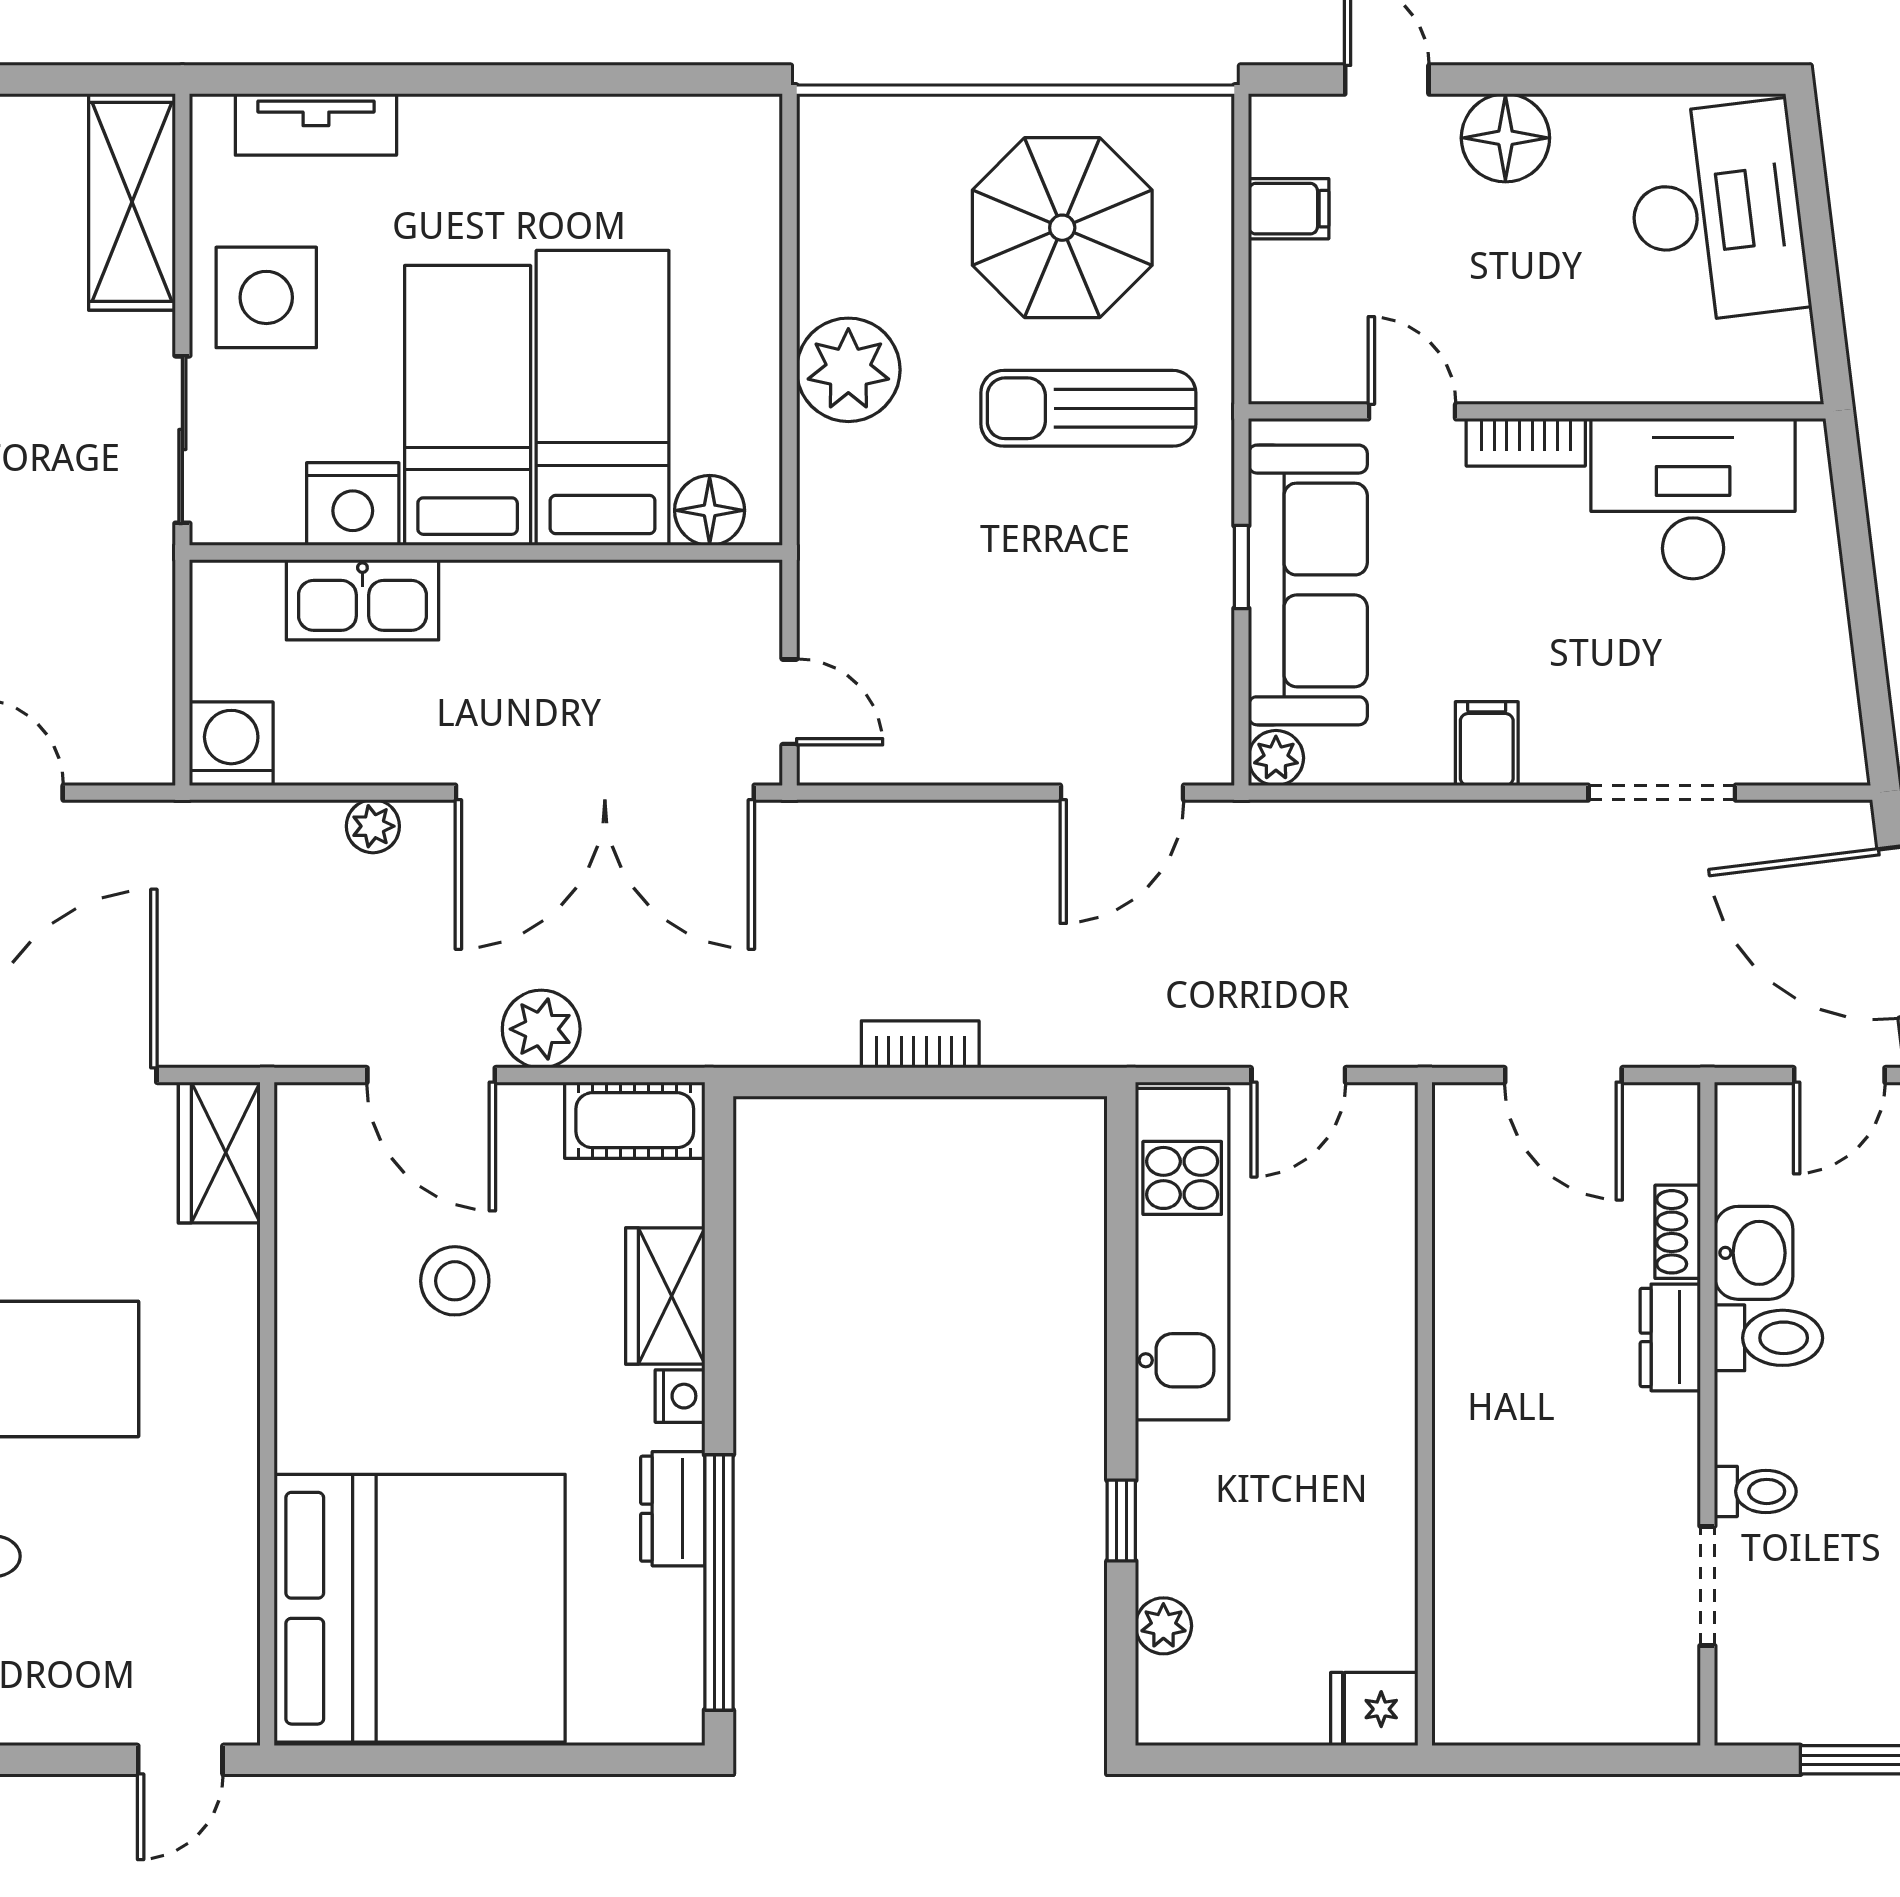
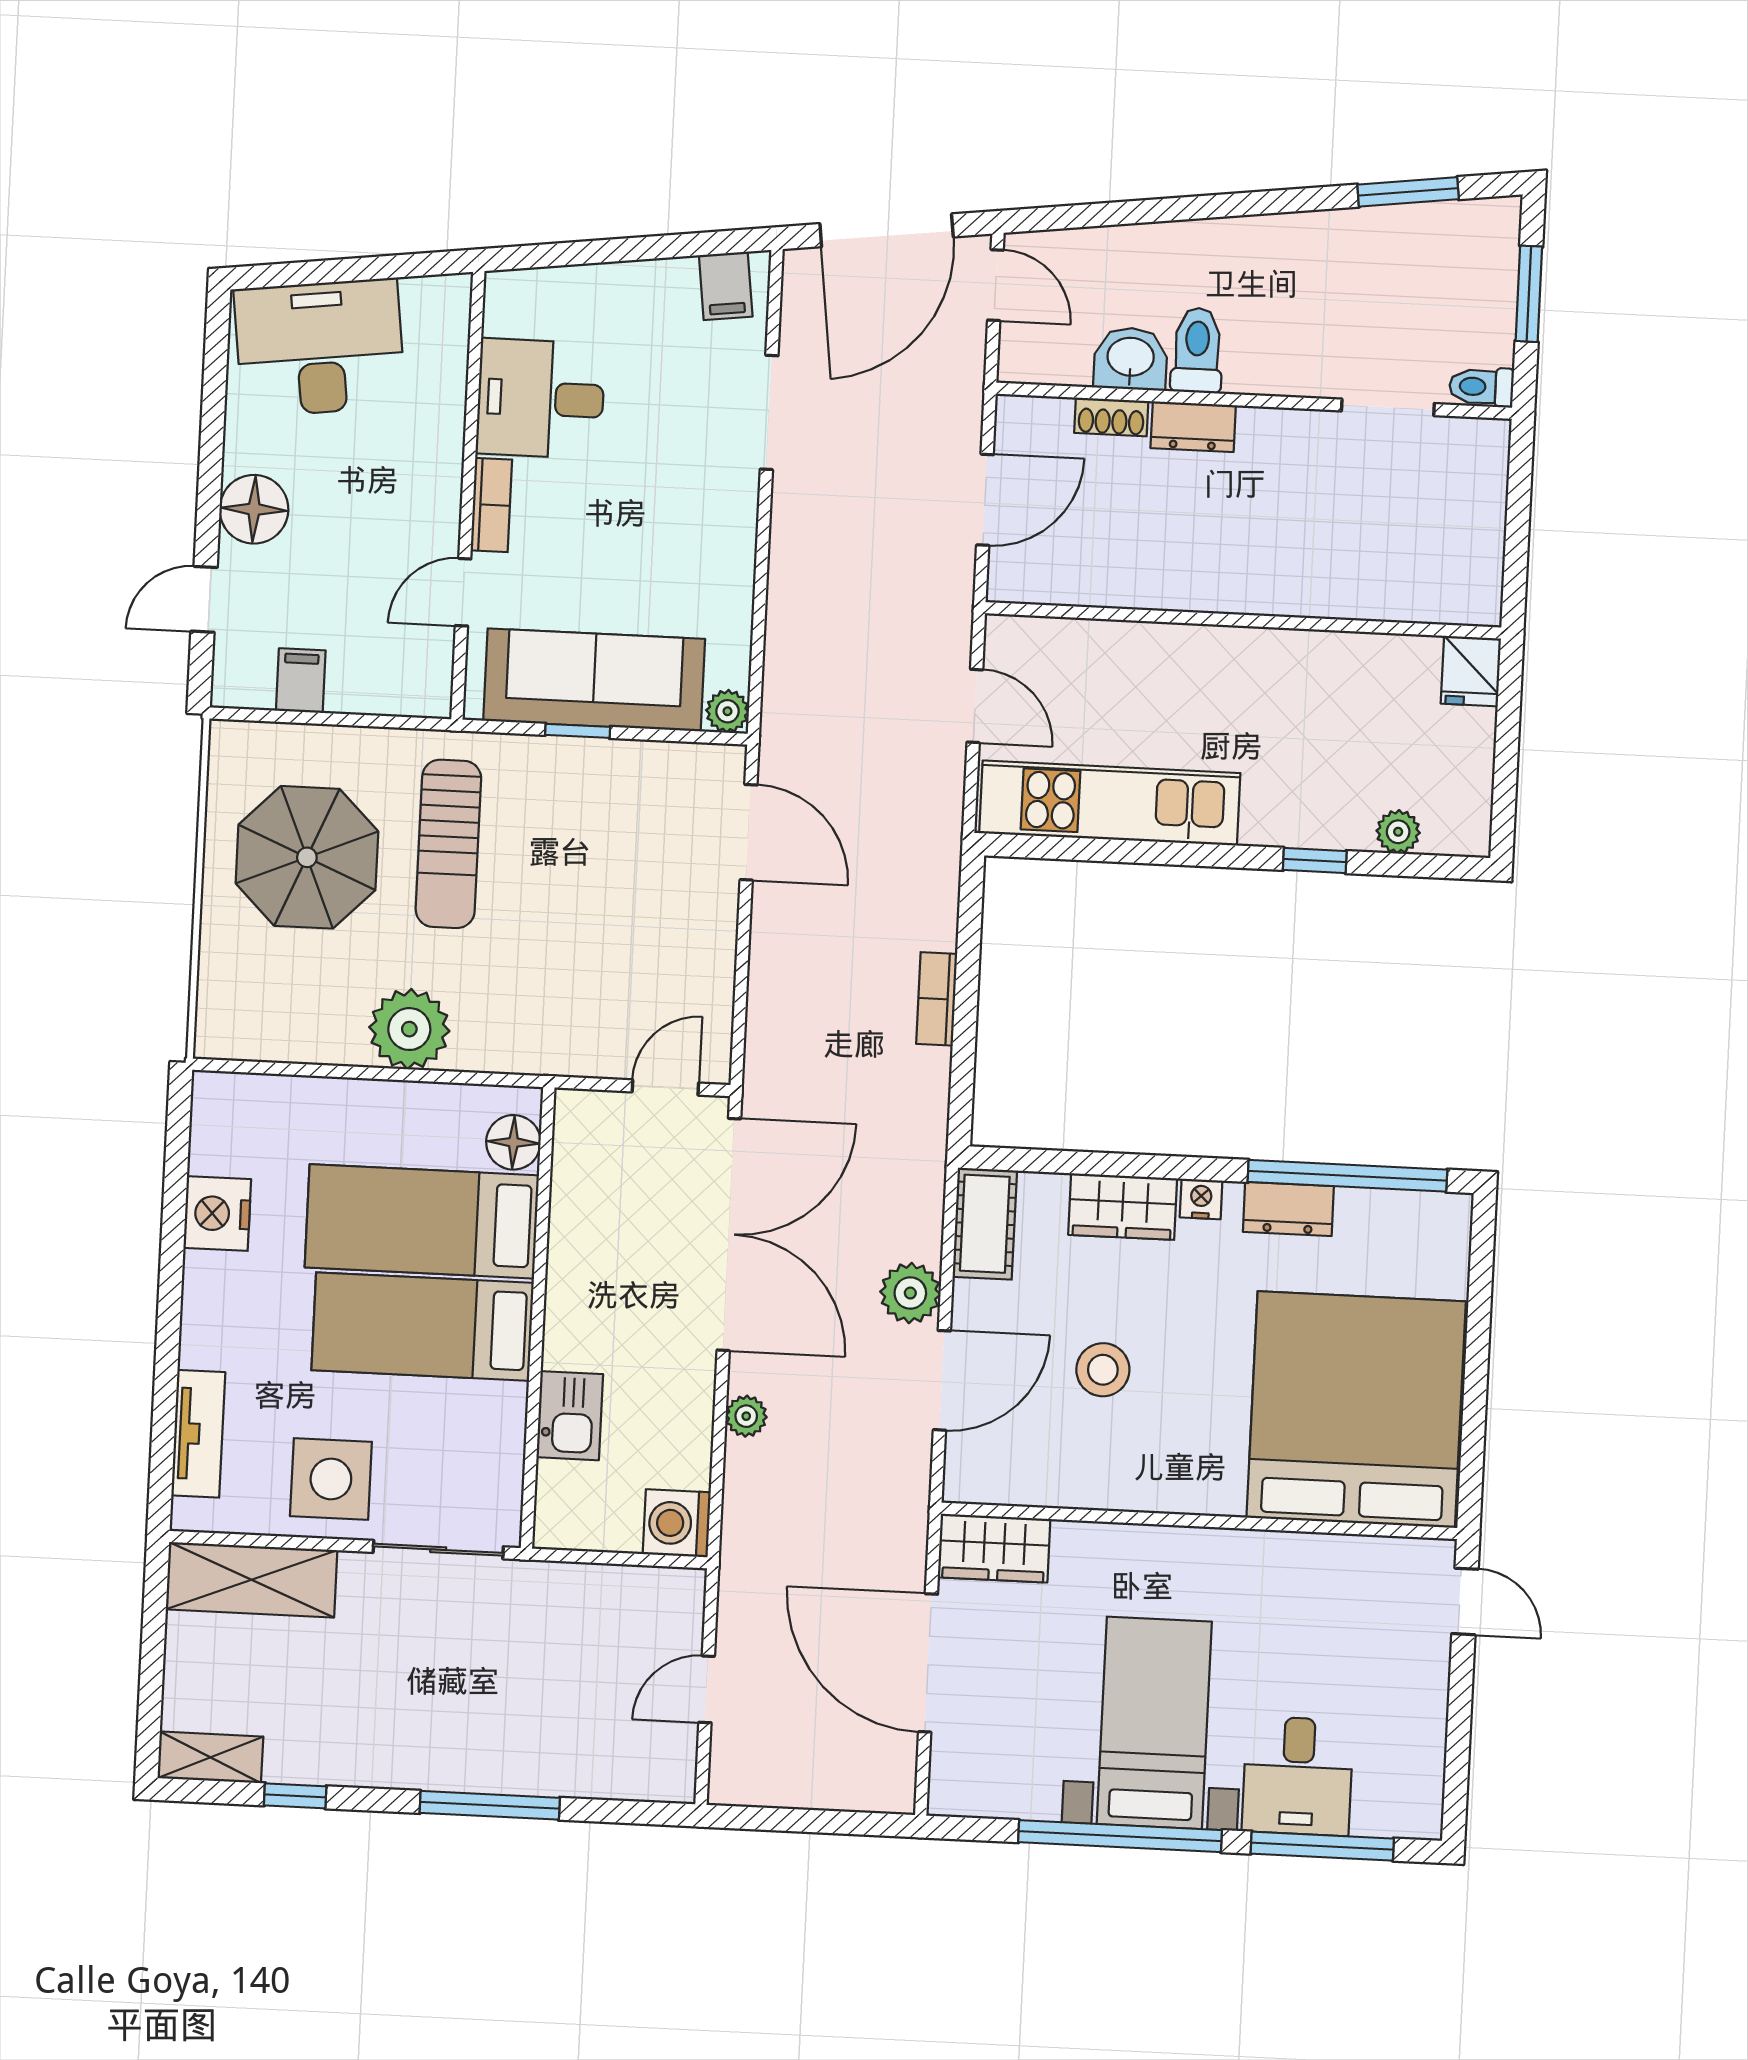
desk: (1693, 499) -> (541, 399), width x0.73
nightstand: (353, 504) -> (217, 1213), moved, turned 180
kitchen sink: (362, 600) -> (570, 1416), width x0.73
filing cabinet: (1487, 744) -> (726, 286), moved, turned -97
toilet: (1755, 1491) -> (1481, 387), moved, turned -90

